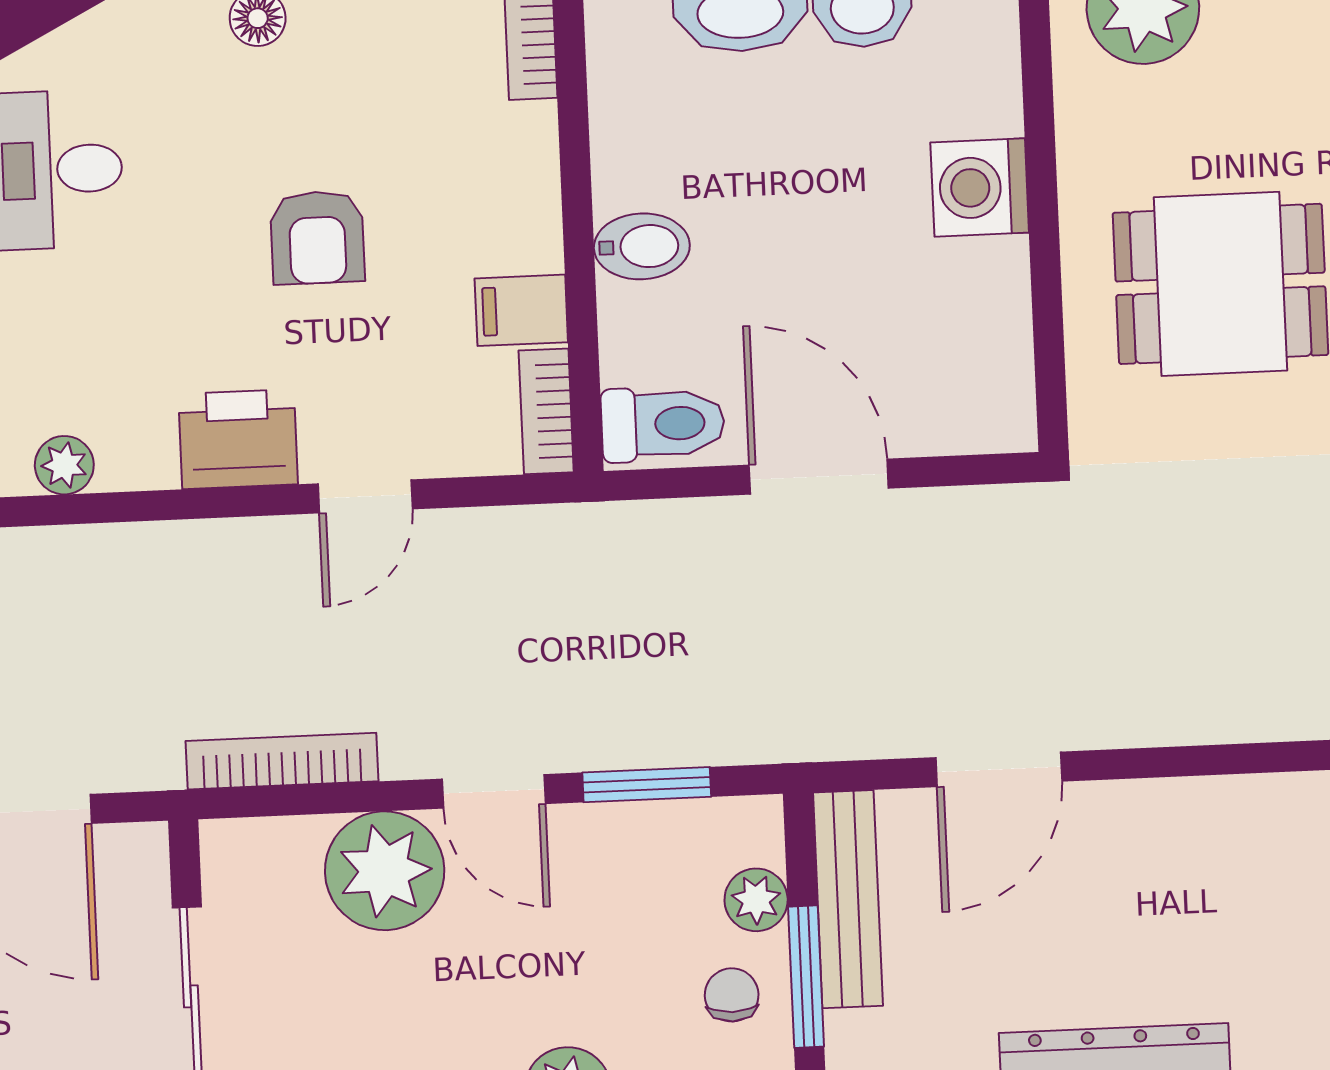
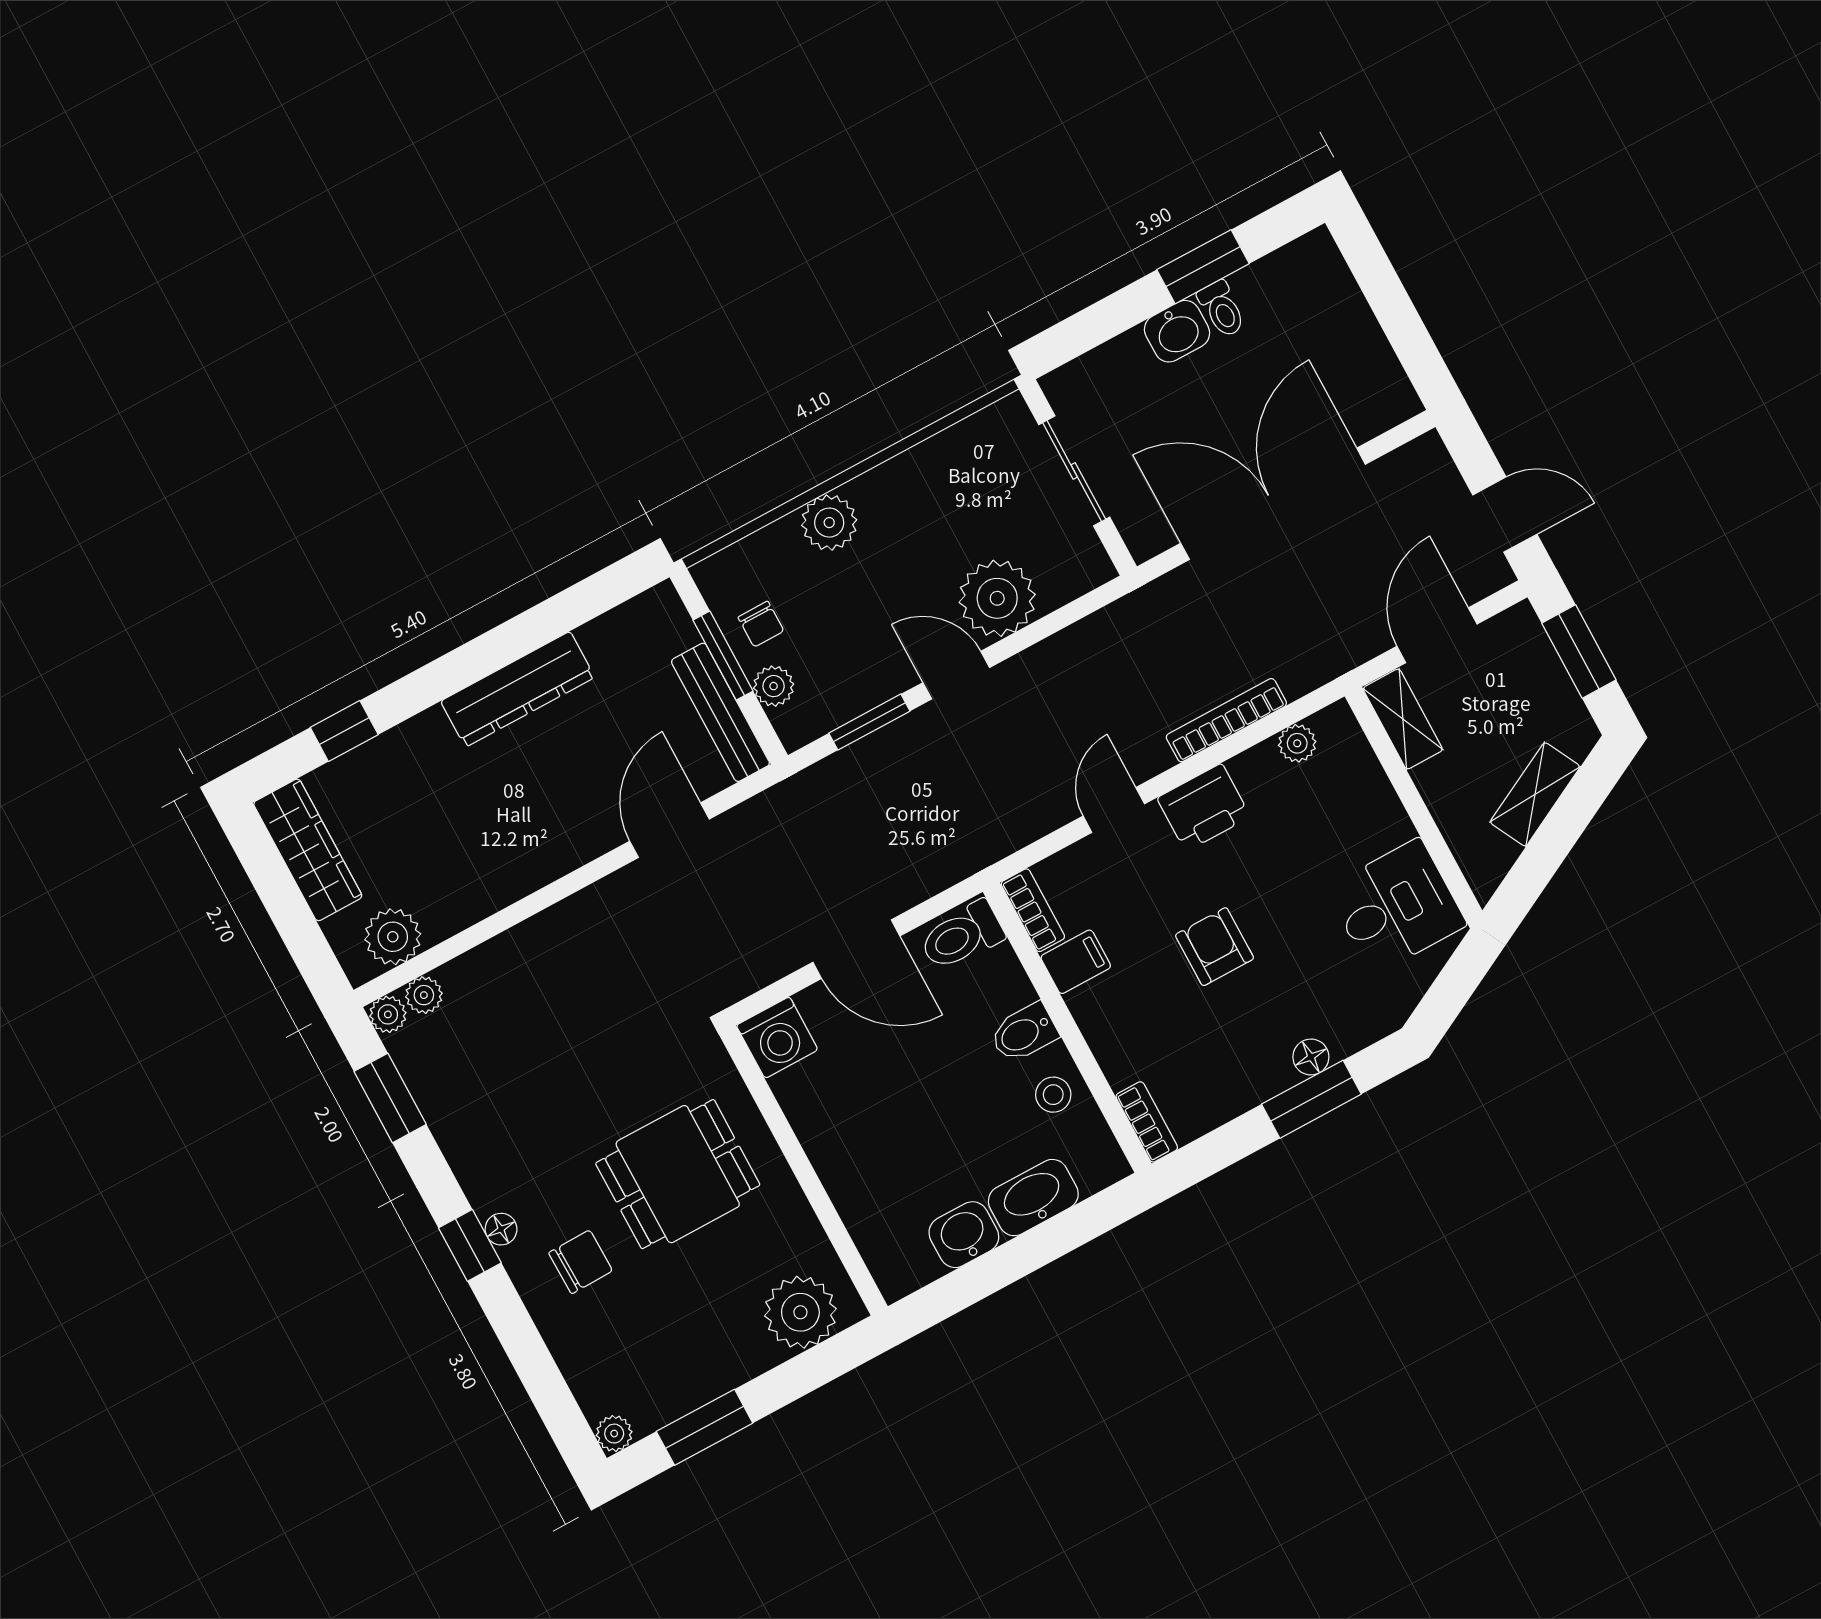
stool: (643, 140) -> (1053, 1095), added
washing machine: (980, 188) -> (777, 1038), moved, turned 90
bookcase: (282, 761) -> (1226, 720), moved, turned 180

